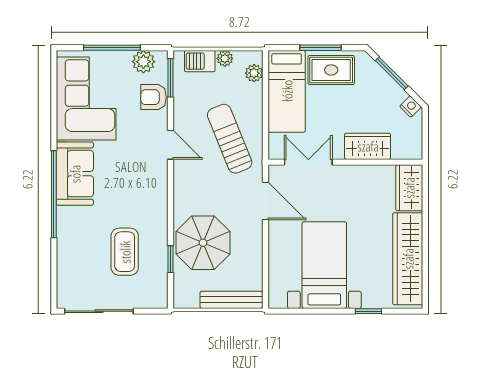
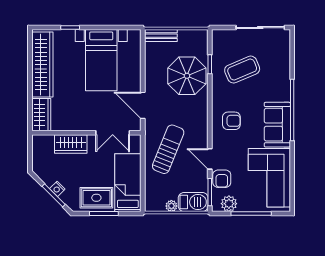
barbecue: (200, 61) -> (193, 202), width x1.38, depth x1.27
plant: (254, 73) -> (151, 196), removed
armchair: (154, 97) -> (222, 179), turned 90
nightstand: (411, 107) -> (57, 189), moved
sun lounger: (230, 139) -> (168, 149), turned -136
door: (171, 145) -> (210, 159), moved
armchair: (140, 179) -> (231, 121), added
coffee table: (125, 252) -> (242, 70), turned 67
bench: (231, 300) -> (161, 36), width x0.73

